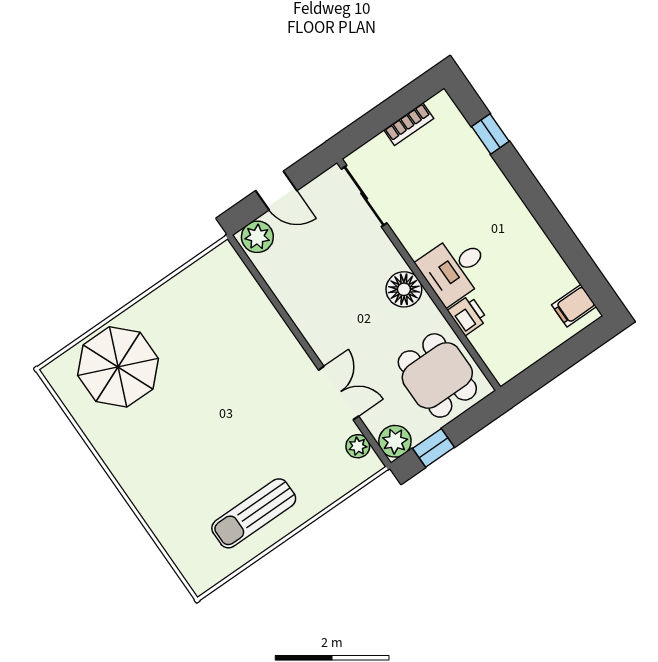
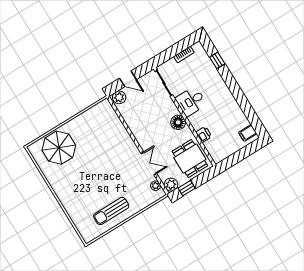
desk: (455, 268) -> (191, 101), moved

